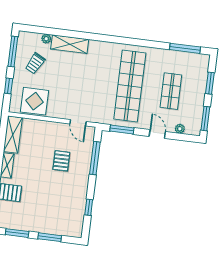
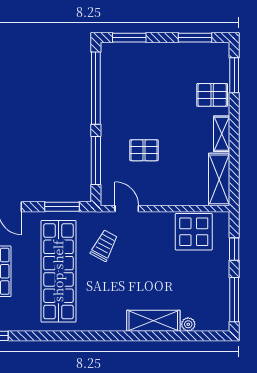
trolley: (35, 63) -> (104, 246), moved
pallet: (61, 161) -> (144, 150), turned 90
window: (89, 207) -> (96, 88), width x3.17
window: (50, 237) -> (129, 38), moved

